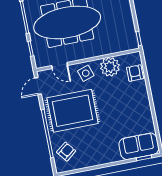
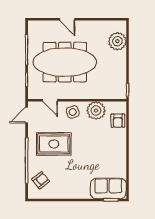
armchair: (135, 73) -> (118, 121), turned 180
rug: (72, 111) -> (54, 144), width x0.73, depth x0.69

